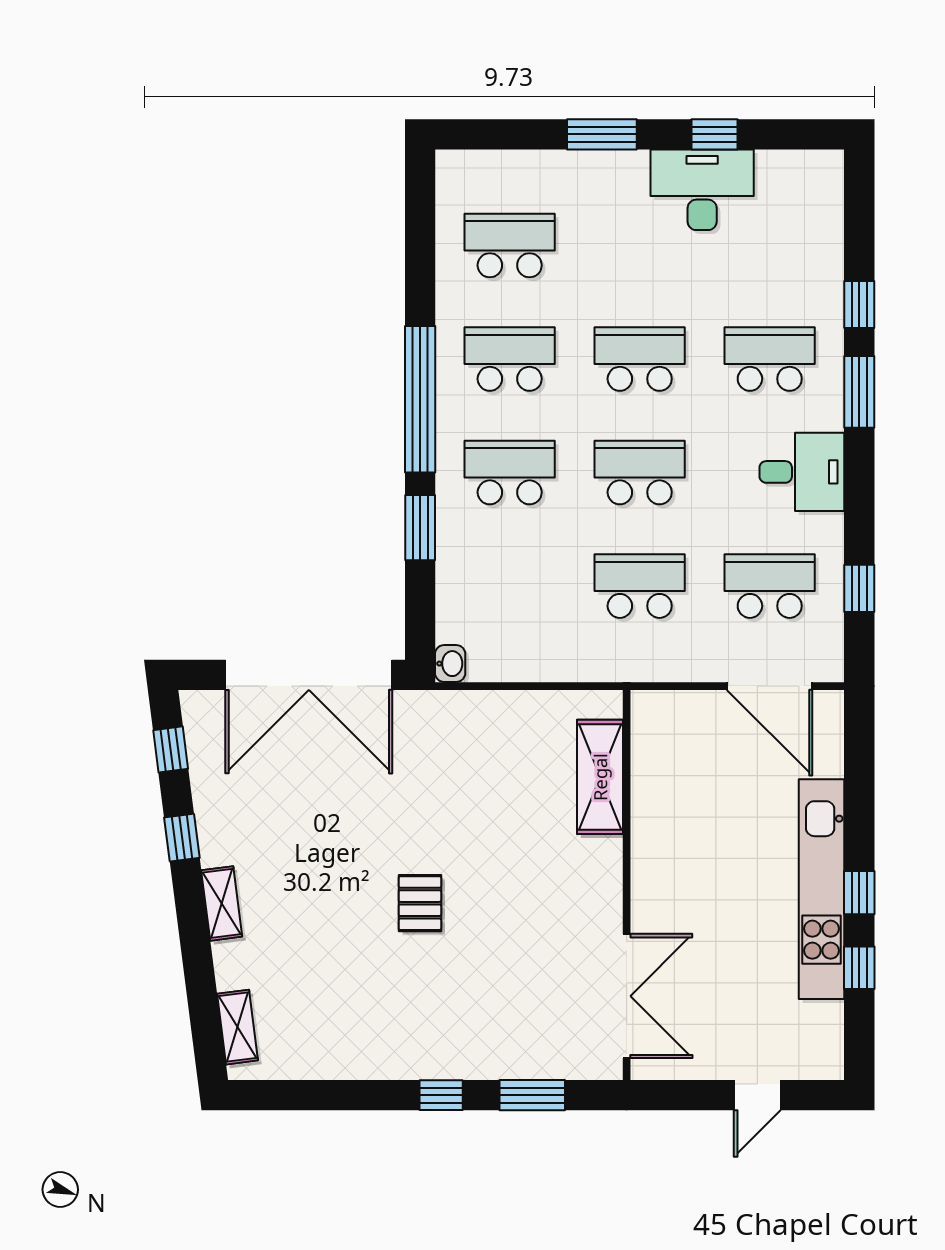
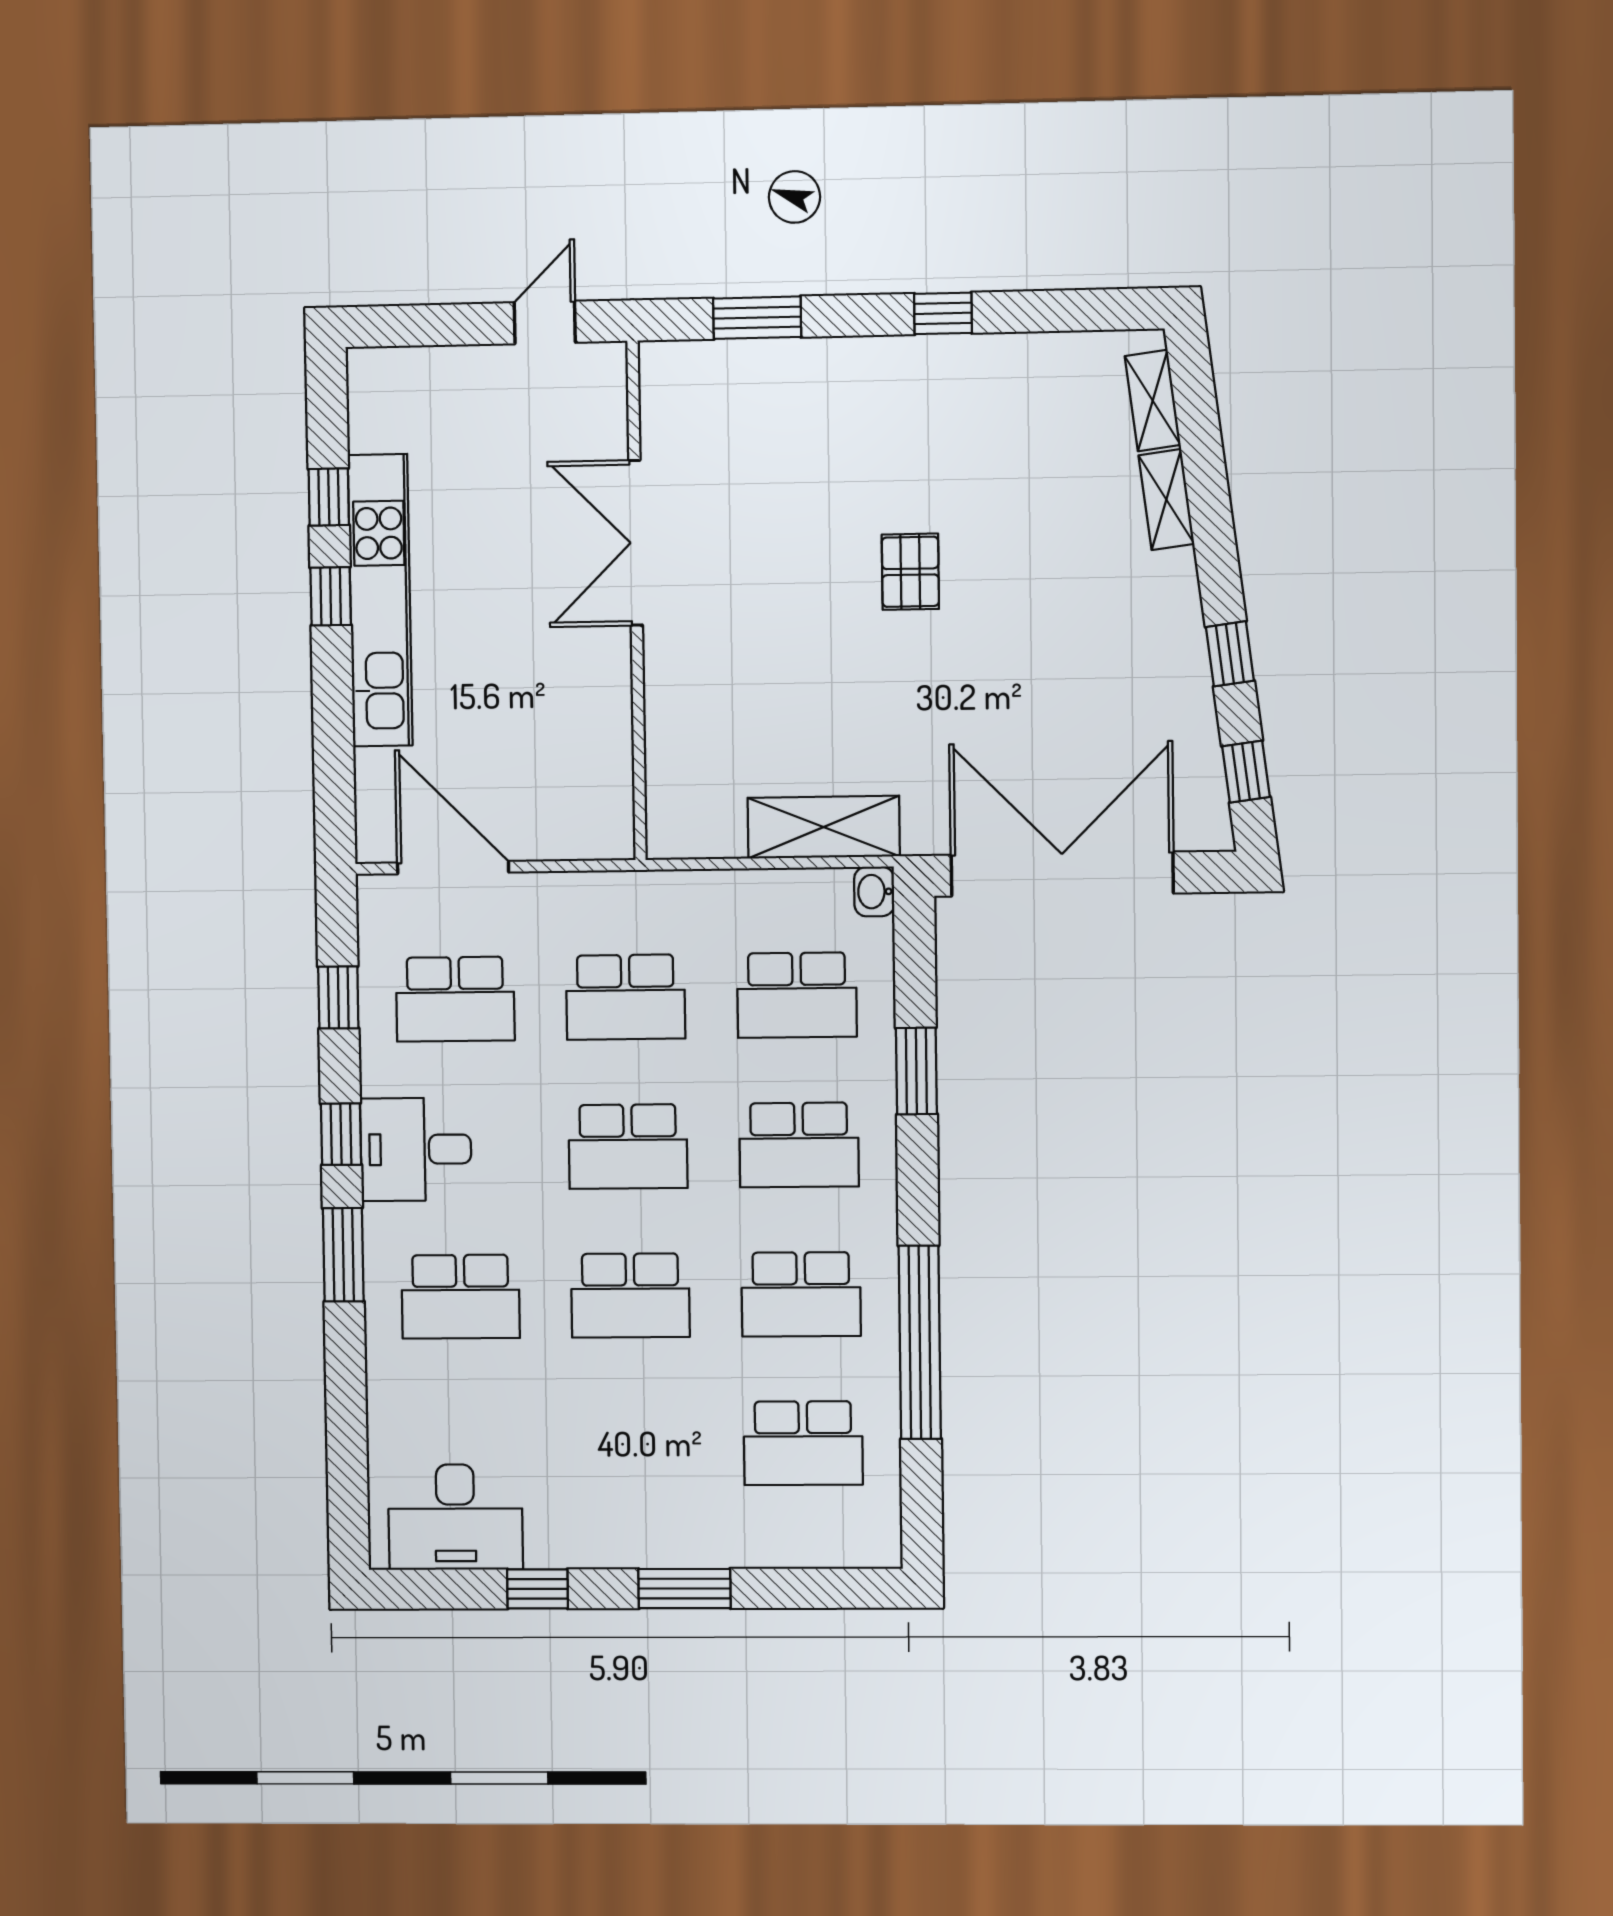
desk: (702, 190) -> (455, 1517), moved
window: (859, 304) -> (341, 1134), moved
window: (420, 399) -> (920, 1342), moved
school desk: (510, 586) -> (797, 995), added
shelving: (600, 777) -> (824, 827), moved, turned 90
shelving: (222, 903) -> (1166, 500), moved
double door: (627, 996) -> (636, 543), moved
window: (441, 1095) -> (943, 313), moved
door: (757, 1095) -> (545, 323), moved

